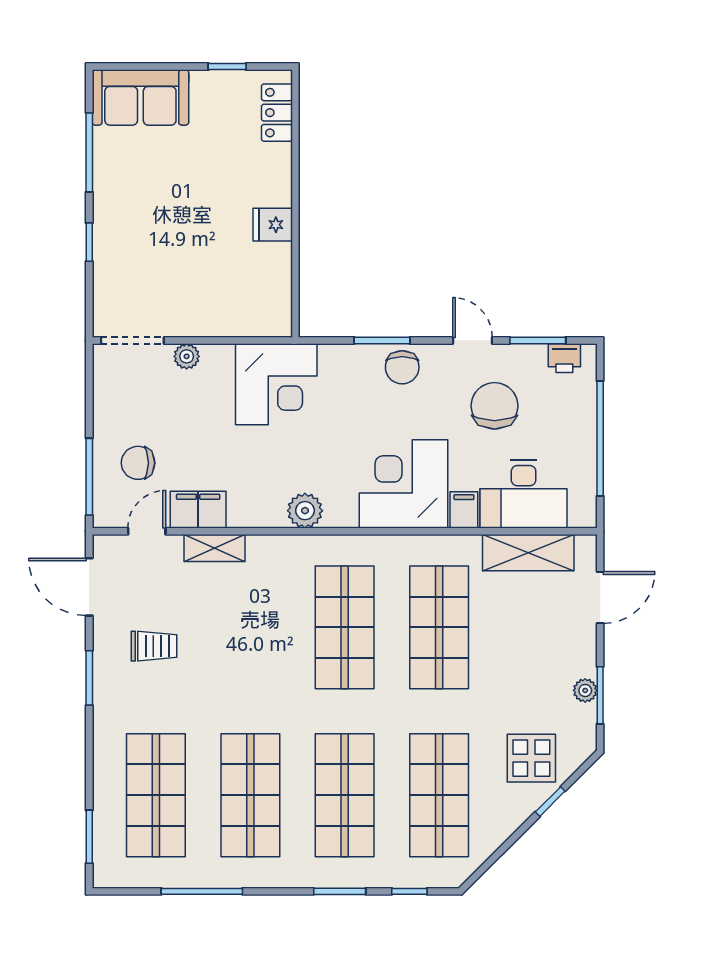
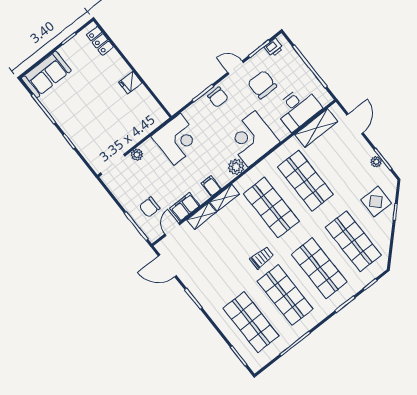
filing cabinet: (464, 510) -> (211, 186), moved
plant: (305, 511) -> (236, 167), moved
shelving: (278, 548) -> (225, 198), added
trolley: (154, 646) -> (262, 258), moved

